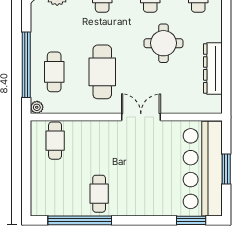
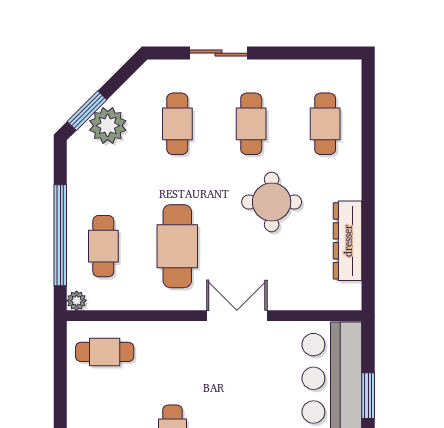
cafe table: (55, 141) -> (105, 352), turned 90

